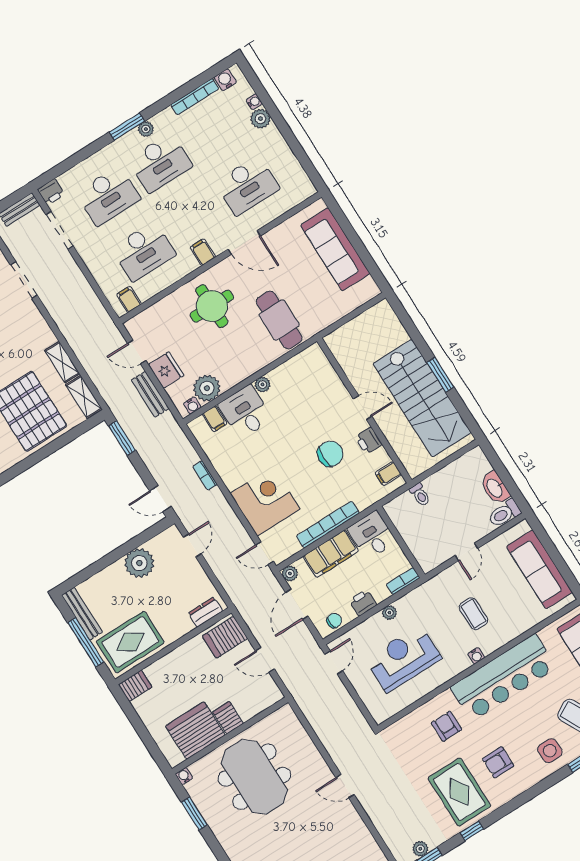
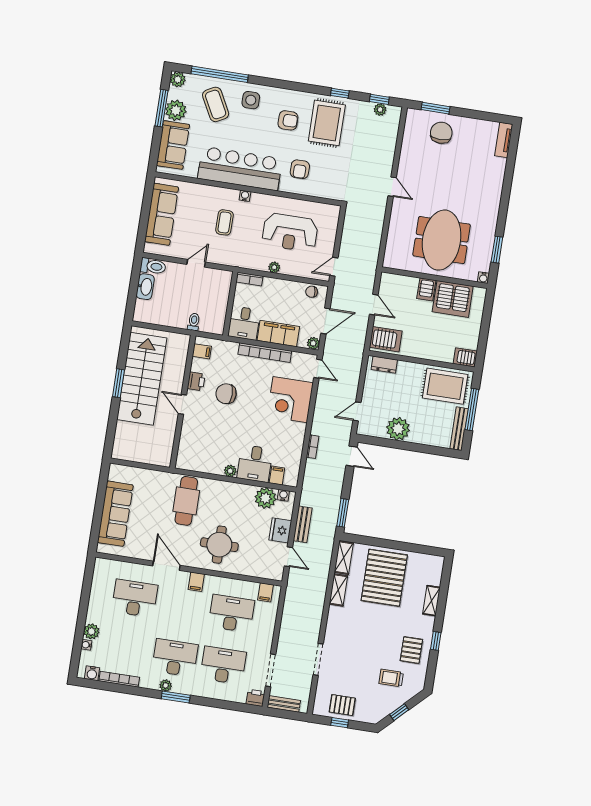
printer: (363, 603) -> (285, 287), removed

